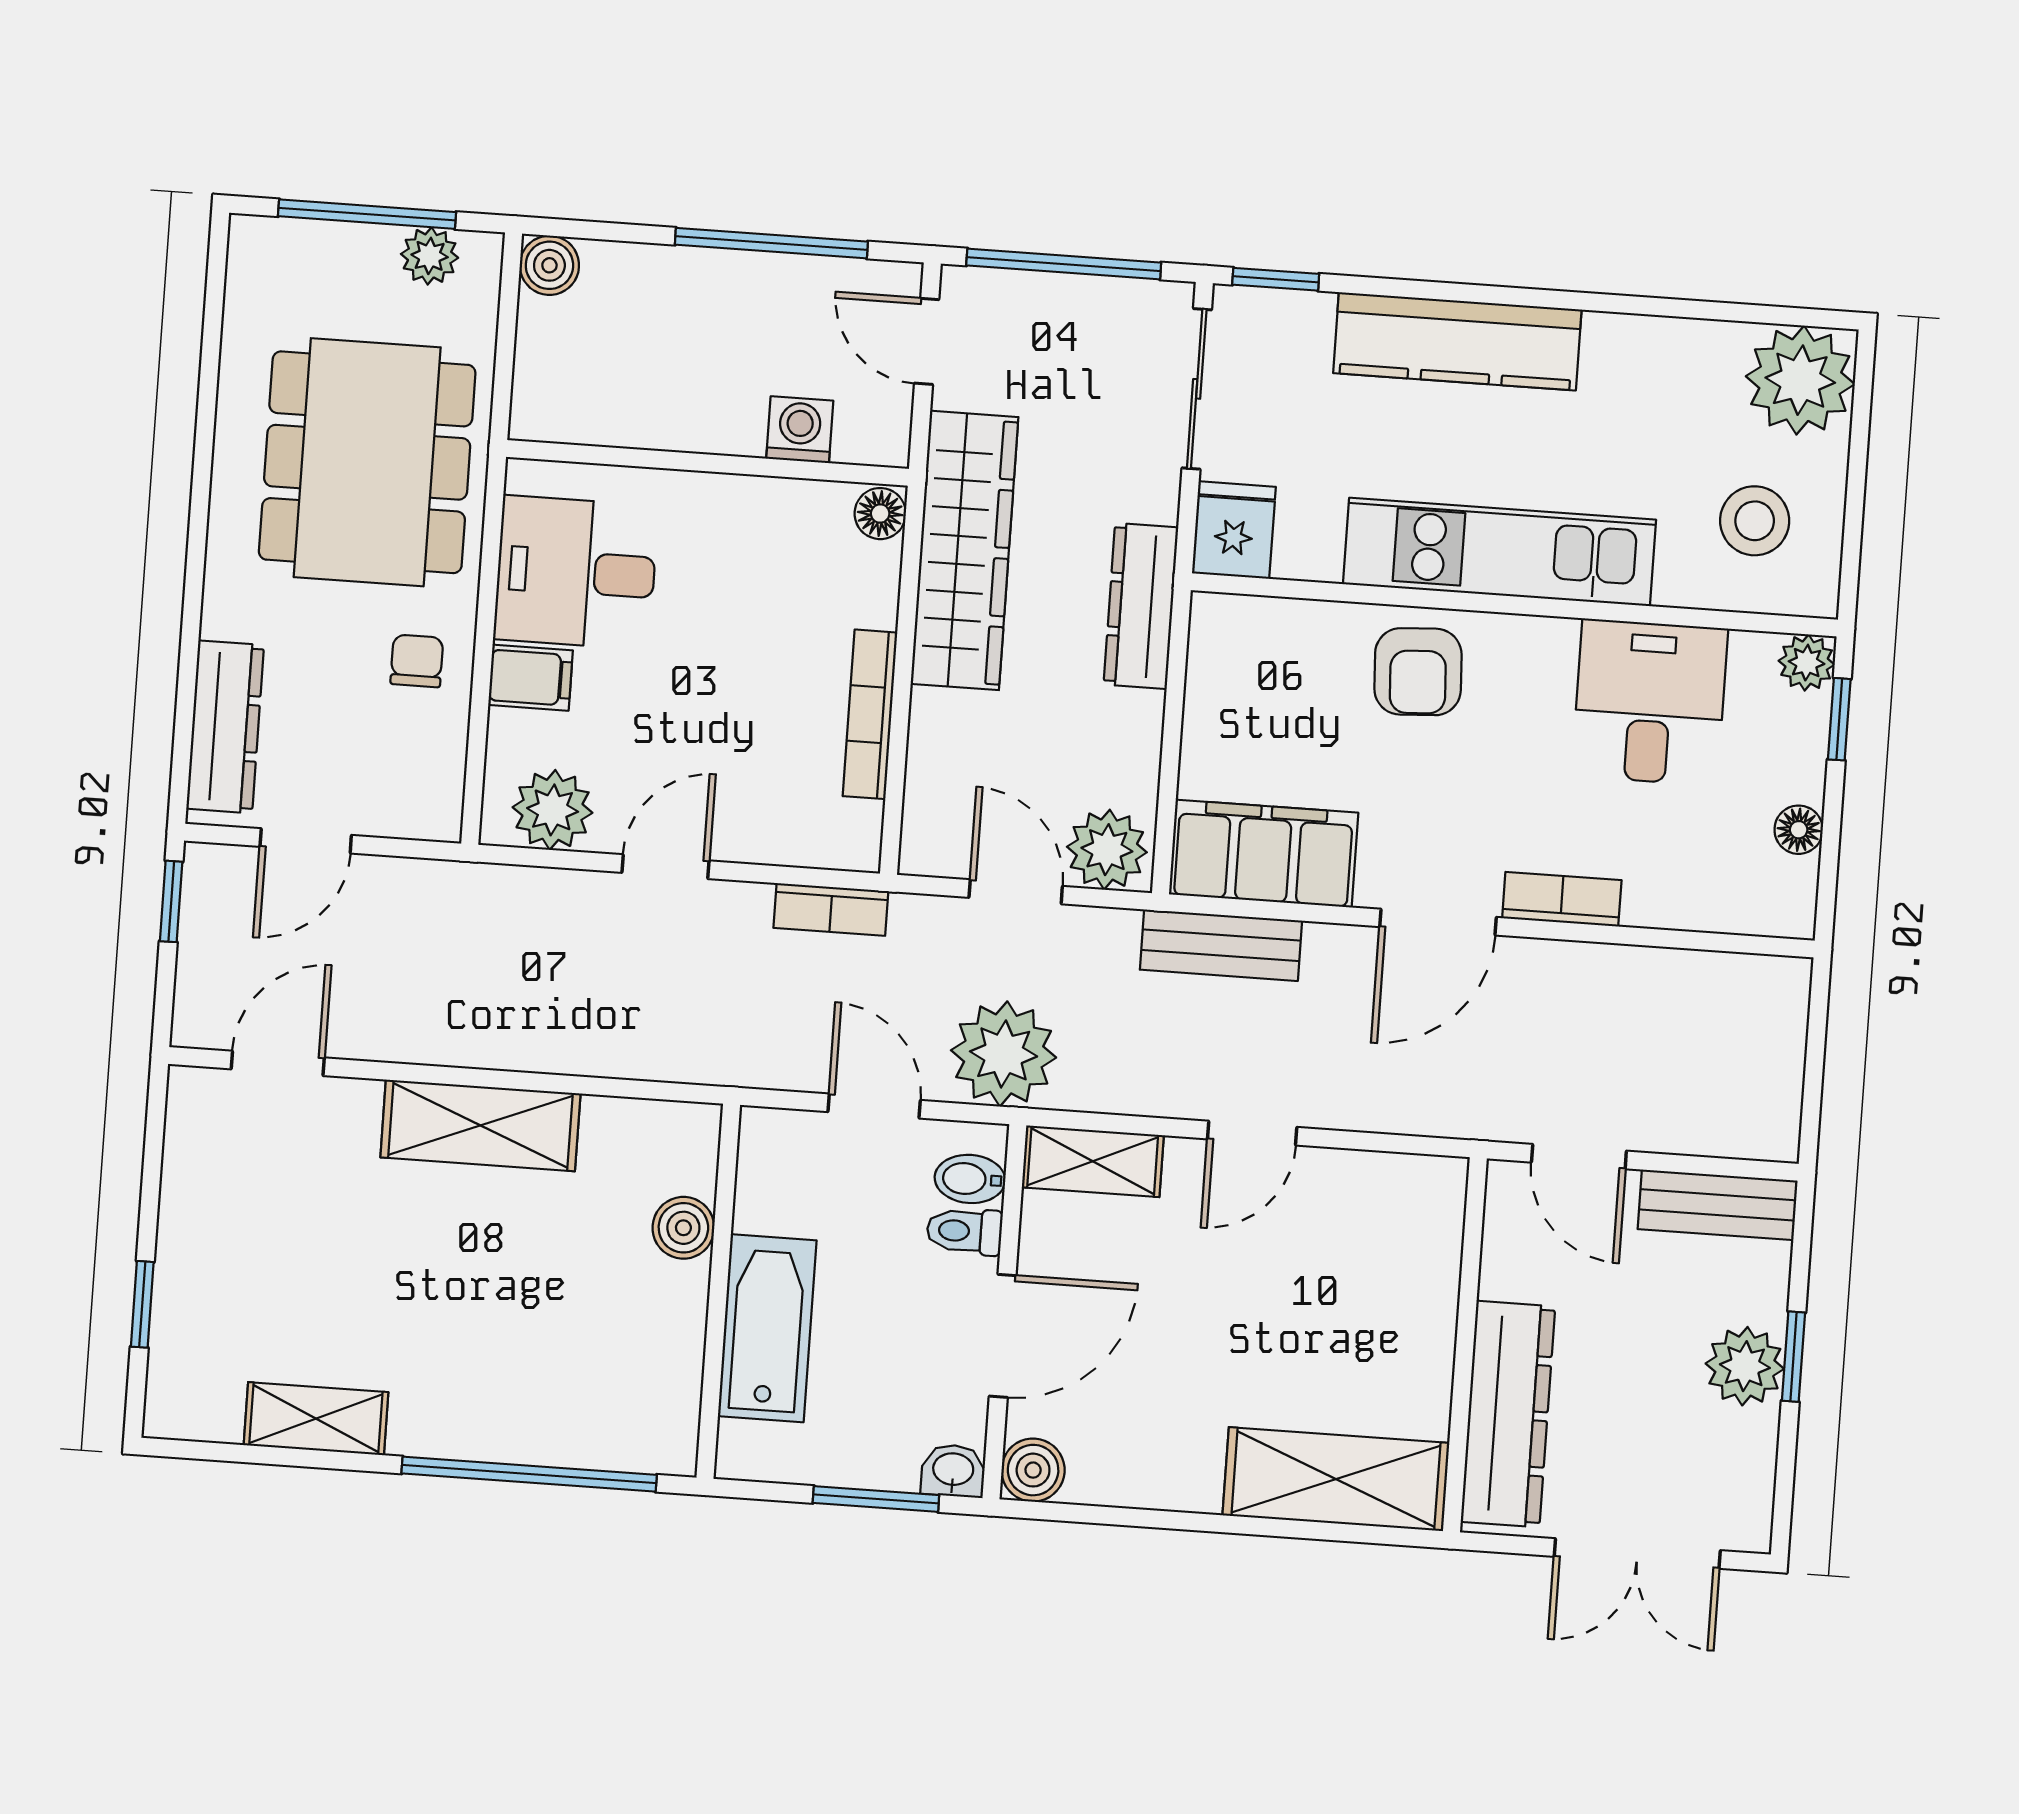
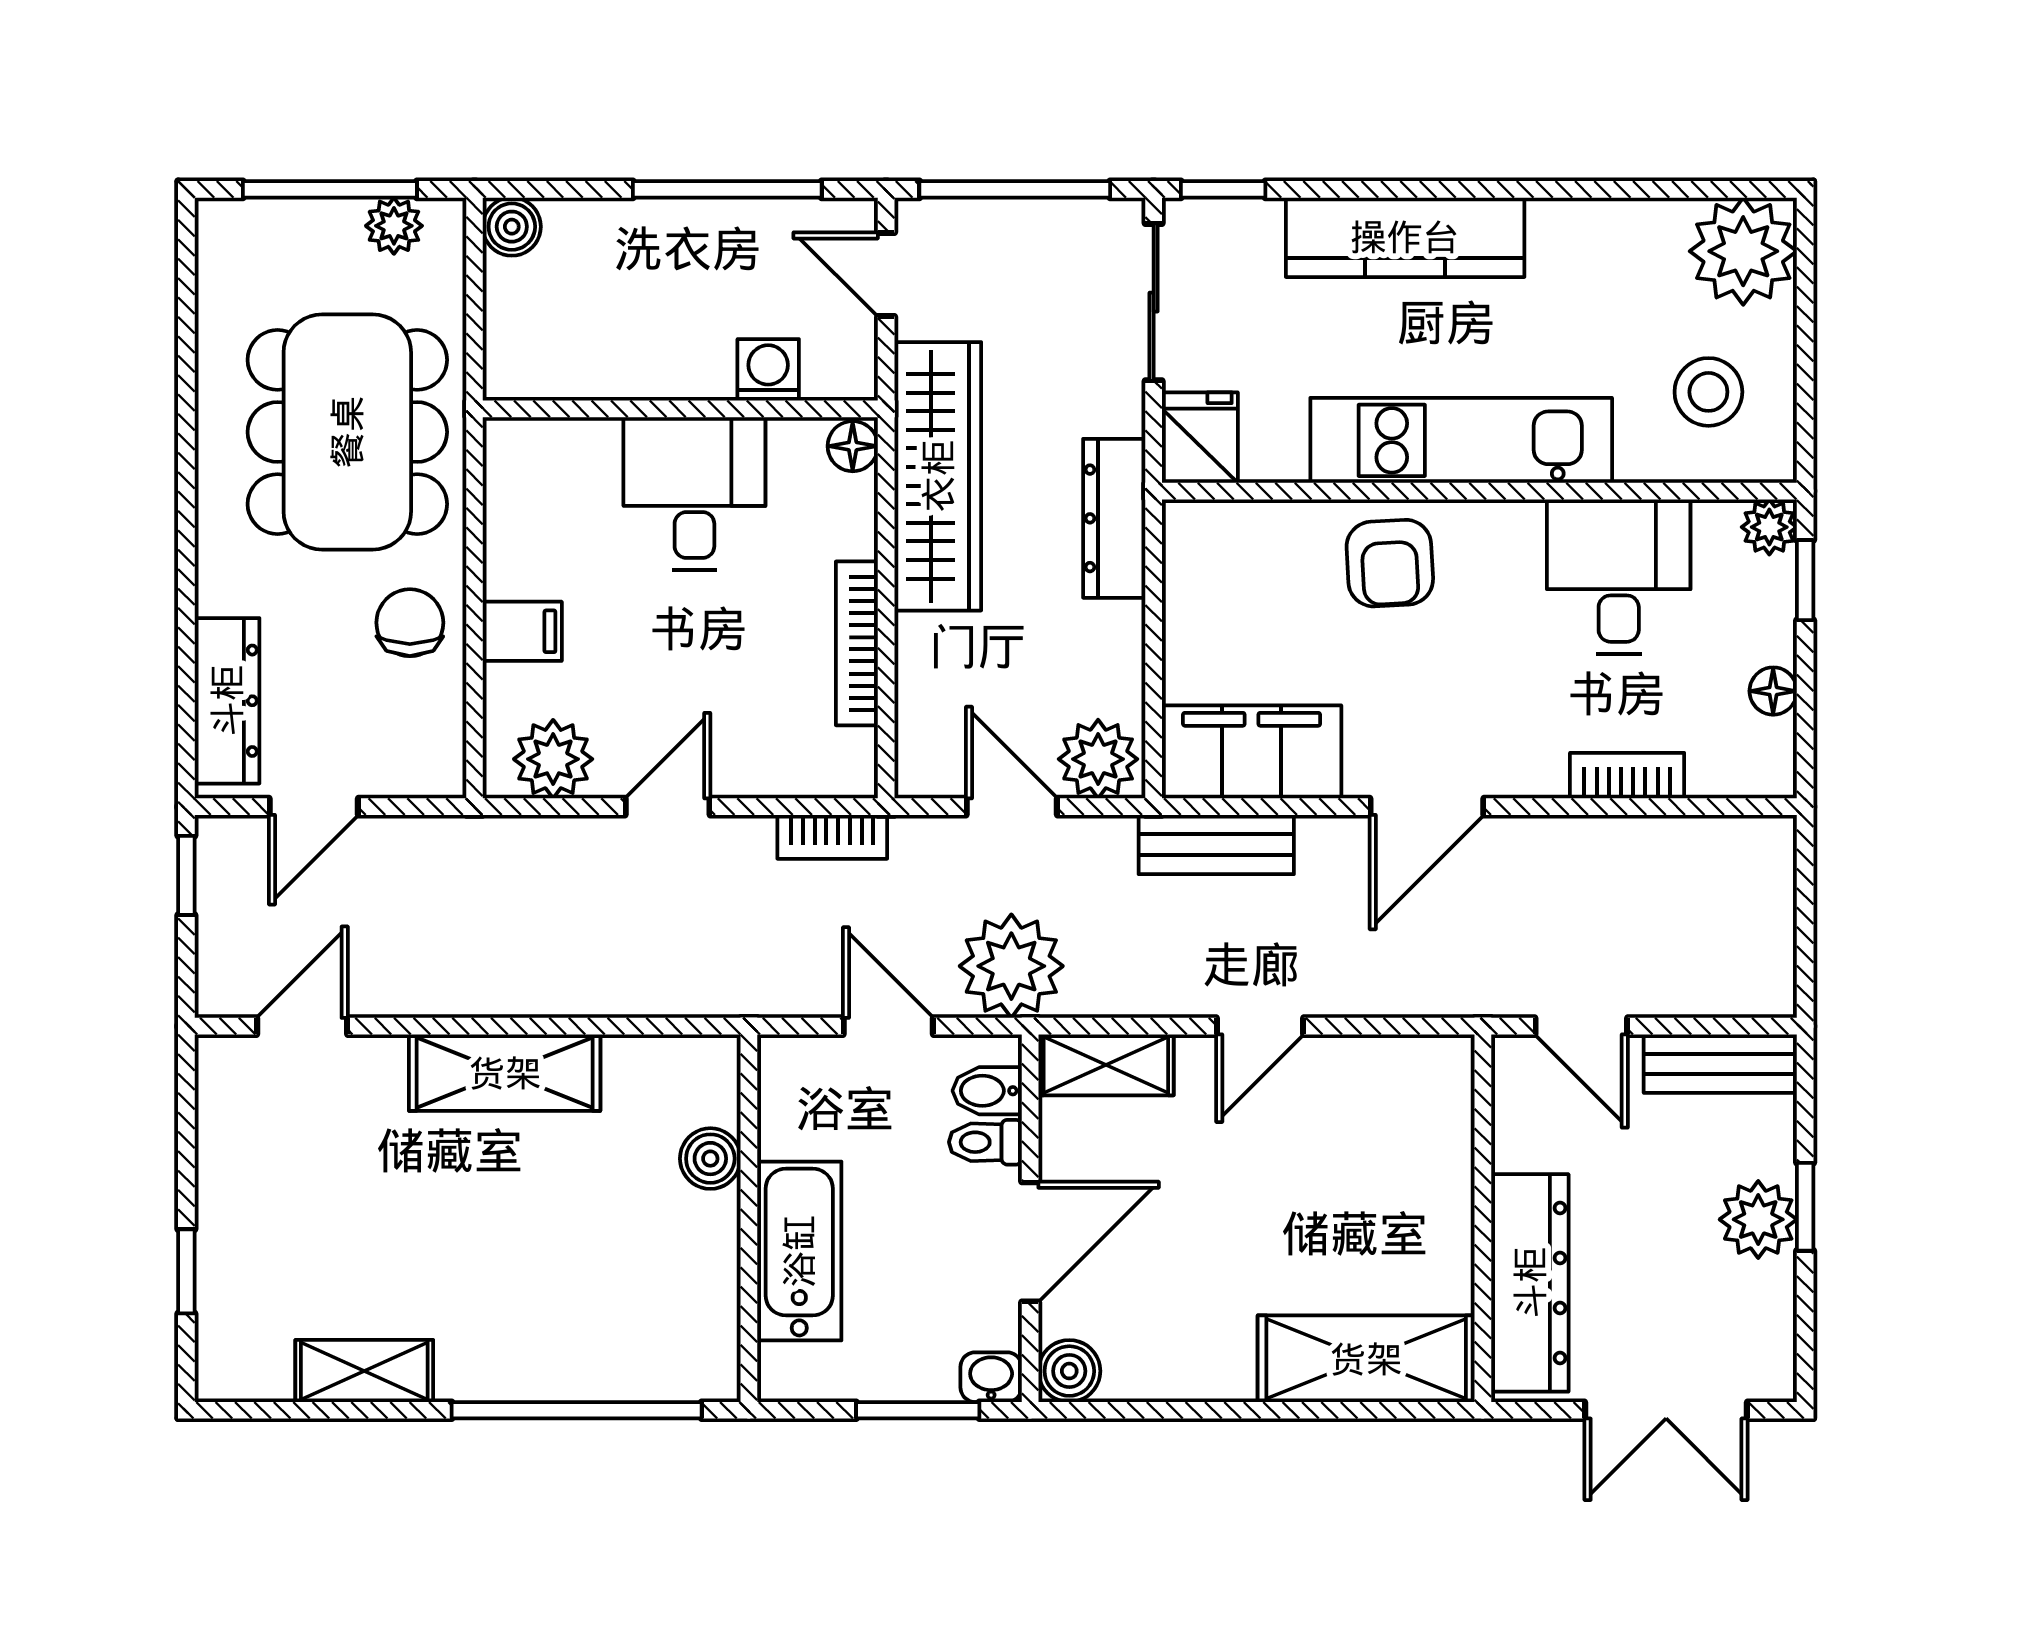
desk: (576, 572) -> (694, 494), moved, turned 90
chair: (417, 661) -> (410, 623), width x1.37, depth x1.37
bookcase: (1562, 899) -> (1627, 776), moved

